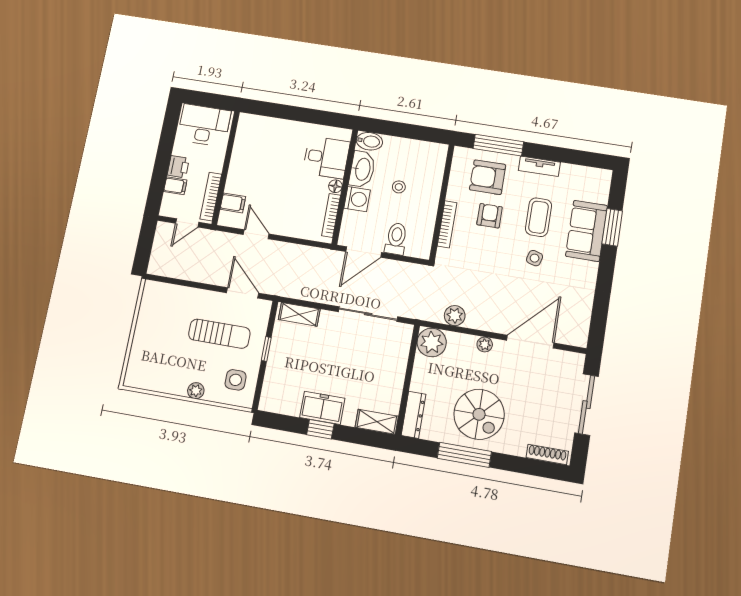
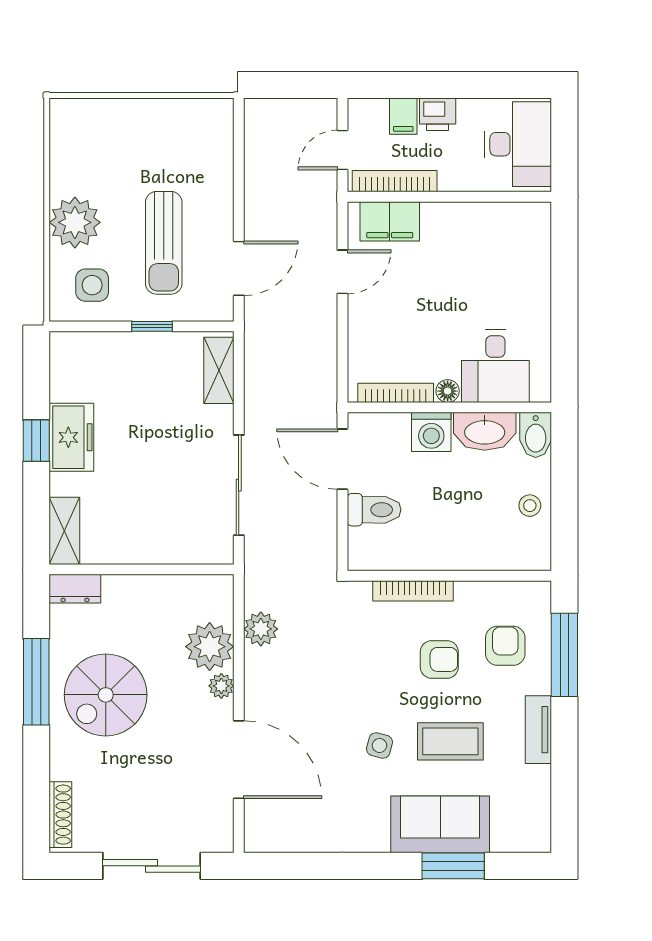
armchair: (488, 177) -> (505, 646), width x0.72, depth x0.72
stool: (399, 187) -> (530, 506), moved
filing cabinet: (233, 203) -> (390, 221), width x2.00
door: (187, 223) -> (342, 150), hinge flipped
plant: (432, 342) -> (210, 647), moved
plant: (196, 391) -> (75, 222), width x1.88, depth x1.88
dresser: (414, 415) -> (75, 589), width x0.70

